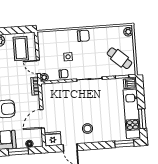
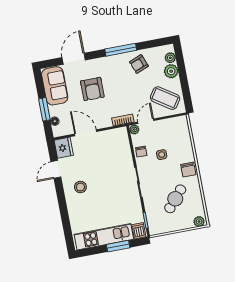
coffee table: (21, 48) -> (165, 98), turned 34
cafe table: (119, 58) -> (175, 199), moved
window: (142, 119) -> (118, 246), moved
window: (124, 144) -> (68, 232), removed

